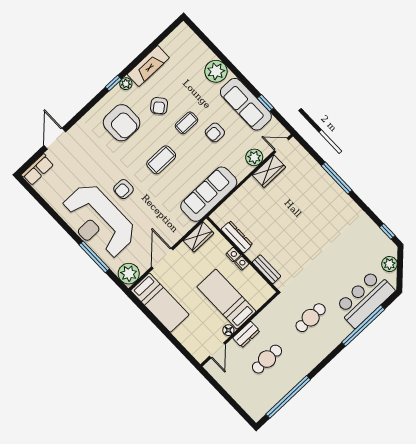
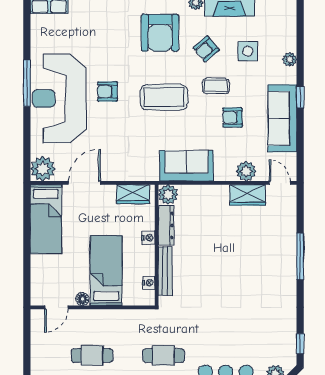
plant: (216, 71) -> (290, 59), width x0.53, depth x0.53
side table: (186, 83) -> (248, 51), added
window: (265, 103) -> (300, 97), moved
coffee table: (161, 160) -> (164, 97), width x1.36, depth x1.32
sofa: (209, 194) -> (186, 166), width x0.73
plant: (220, 217) -> (168, 195), added
window: (94, 257) -> (27, 83), moved
nightstand: (242, 263) -> (149, 283), moved
bench: (266, 269) -> (165, 271), width x1.36
dresser: (246, 334) -> (94, 317), removed

